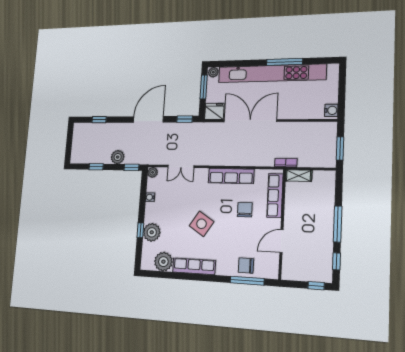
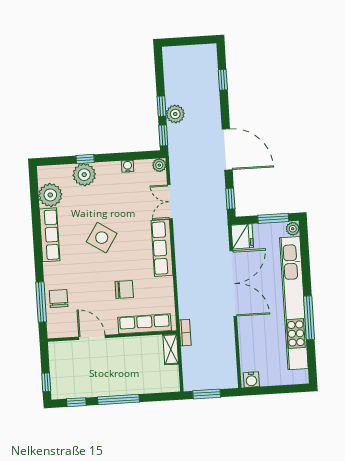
window: (96, 167) -> (161, 106), moved
row of seats: (231, 176) -> (162, 248), moved

